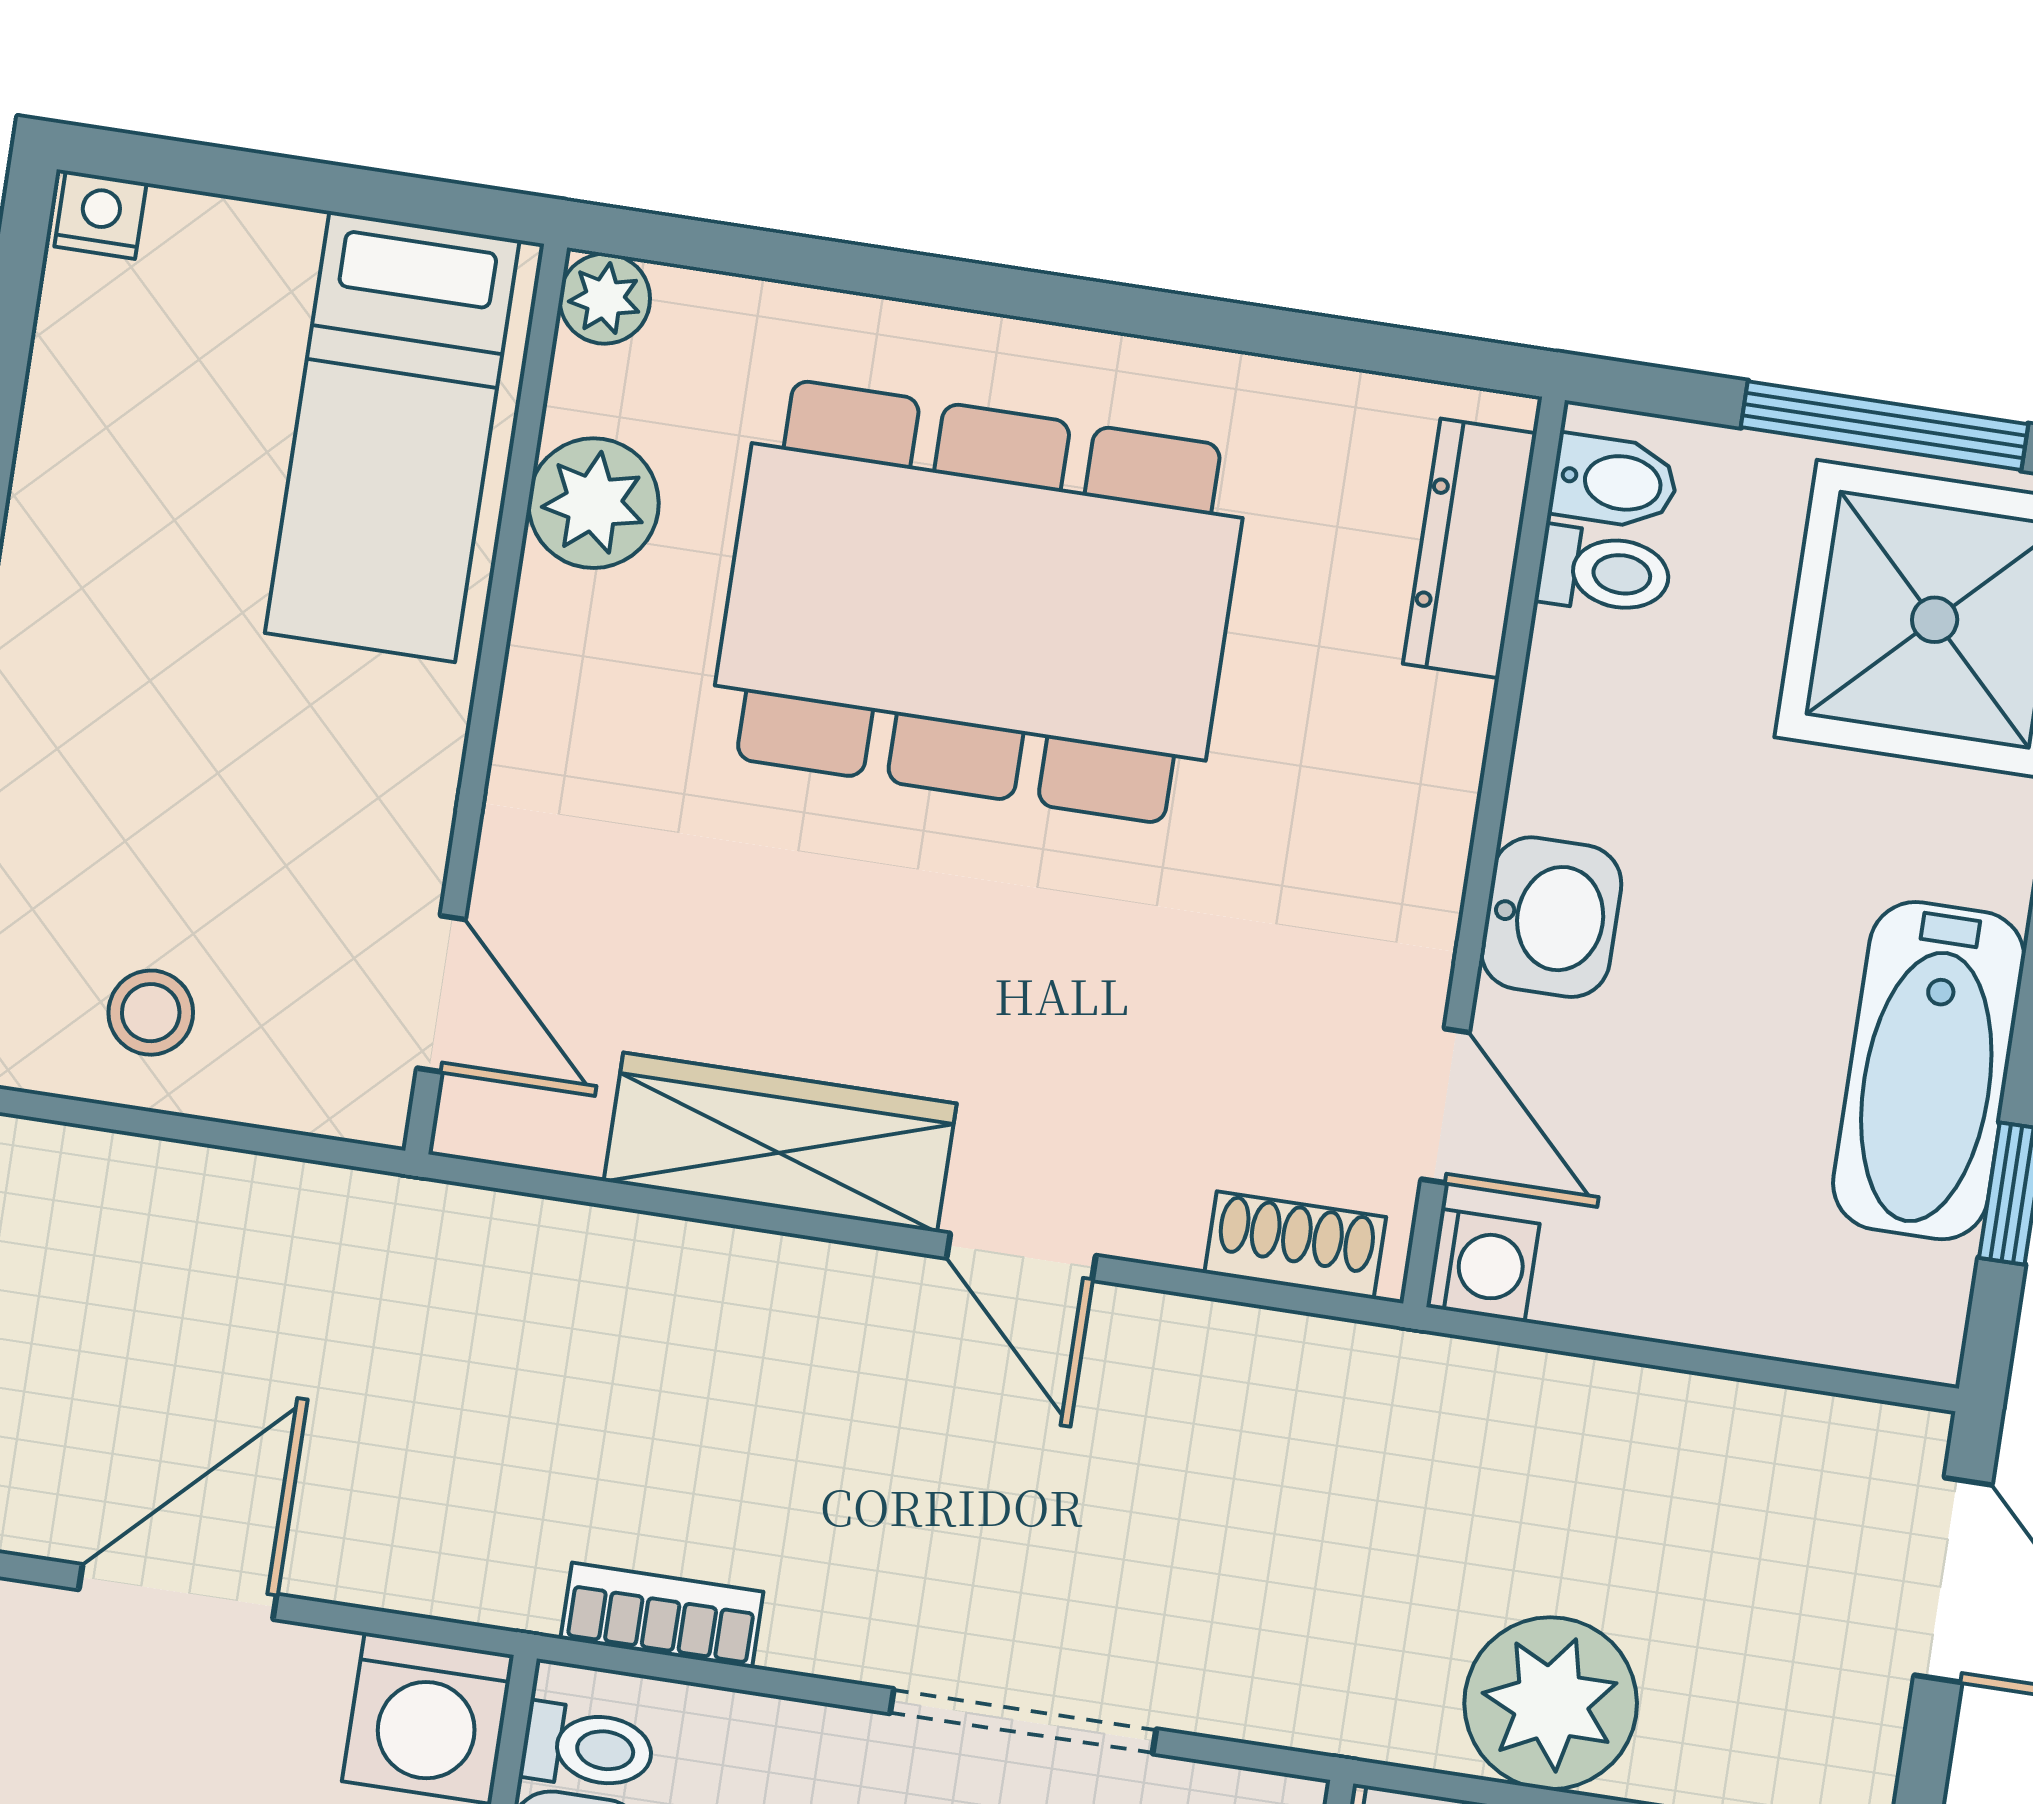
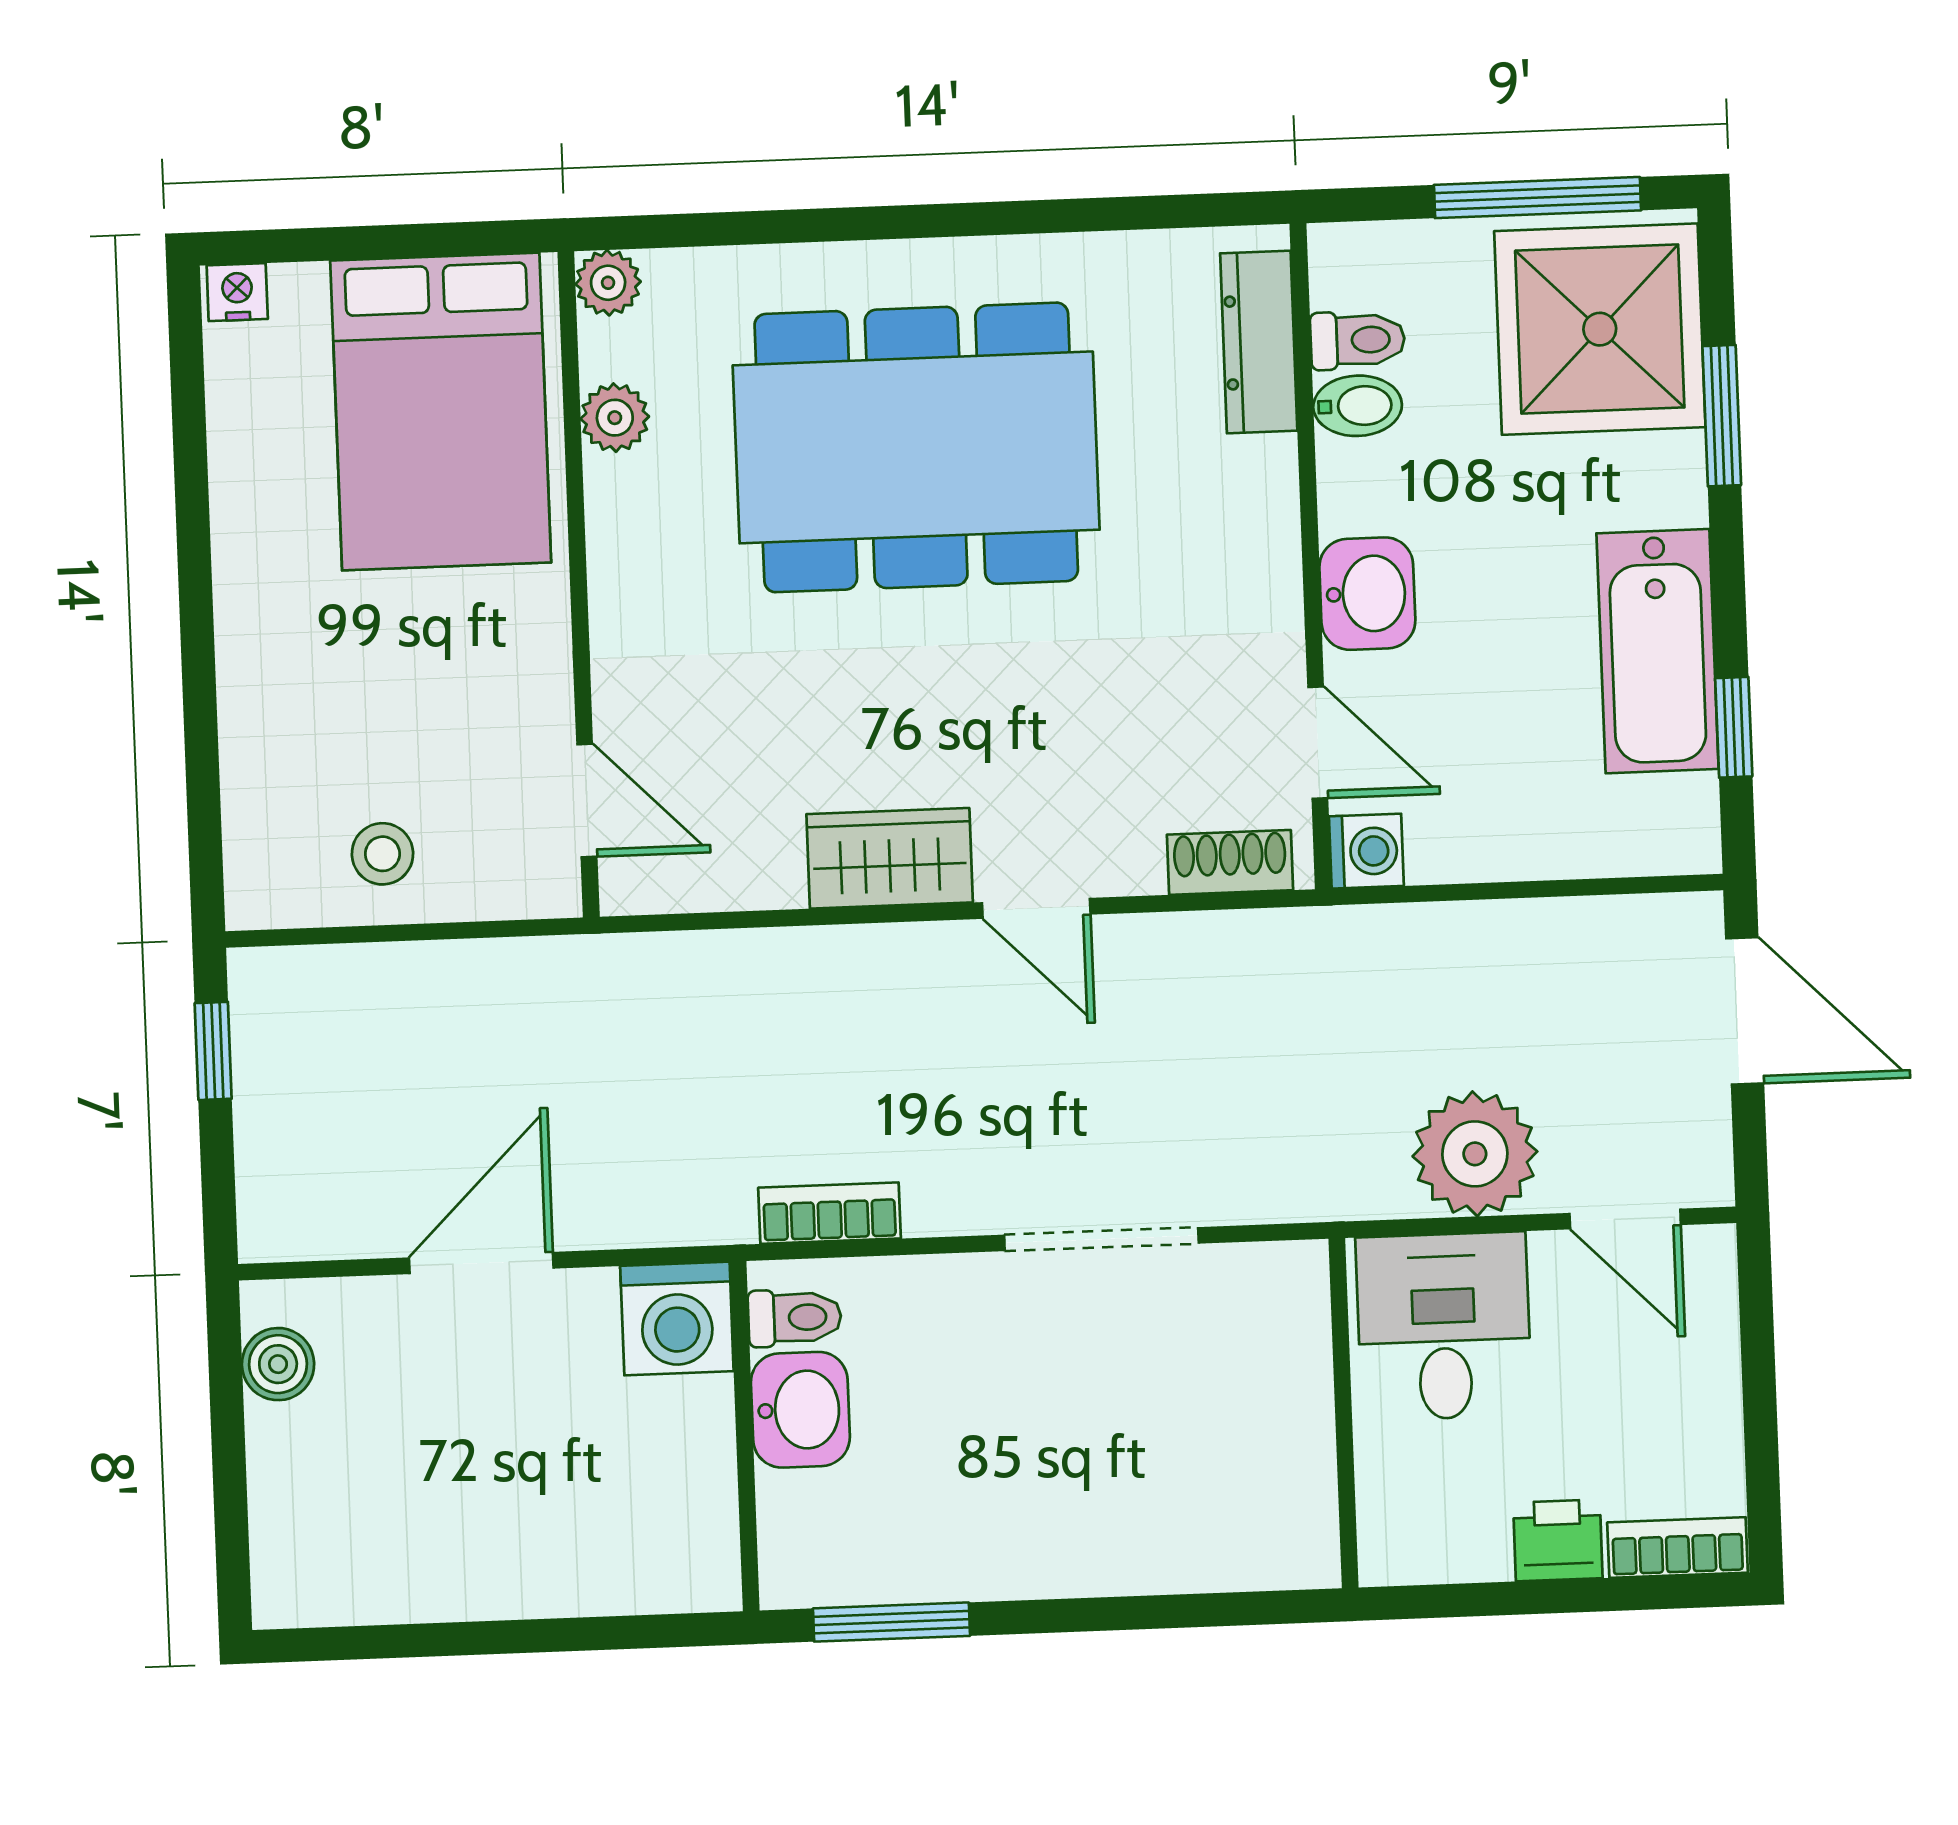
bed: (392, 437) -> (441, 412), width x1.50
bidet: (1614, 482) -> (1358, 406), moved
plant: (594, 503) -> (615, 418), width x0.73, depth x0.73
wardrobe: (780, 1142) -> (890, 858), width x0.67

